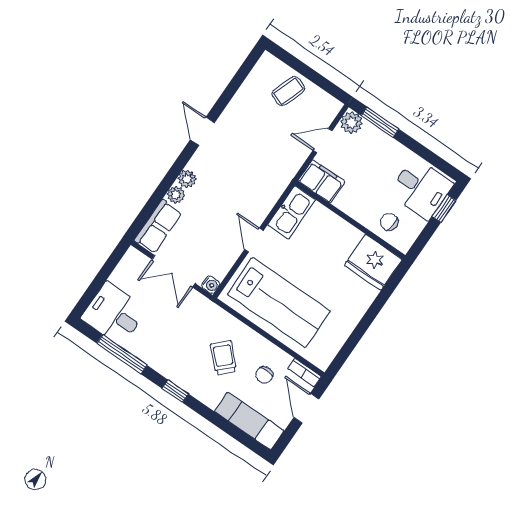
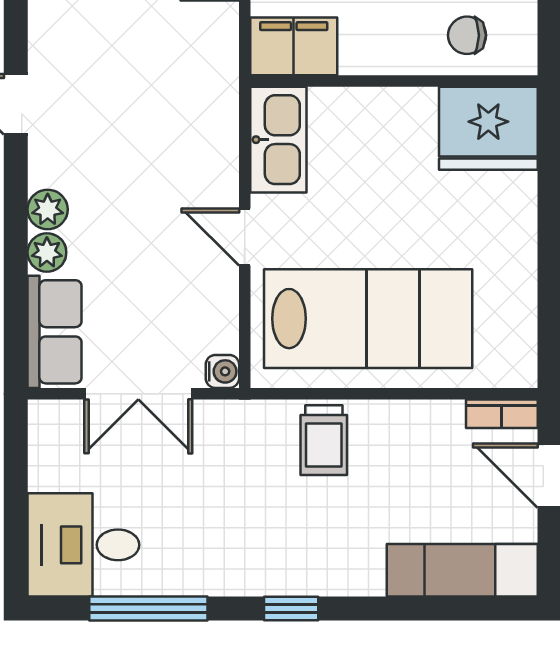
trolley: (224, 358) -> (324, 440), moved, turned -135
chair: (264, 375) -> (432, 468), removed

